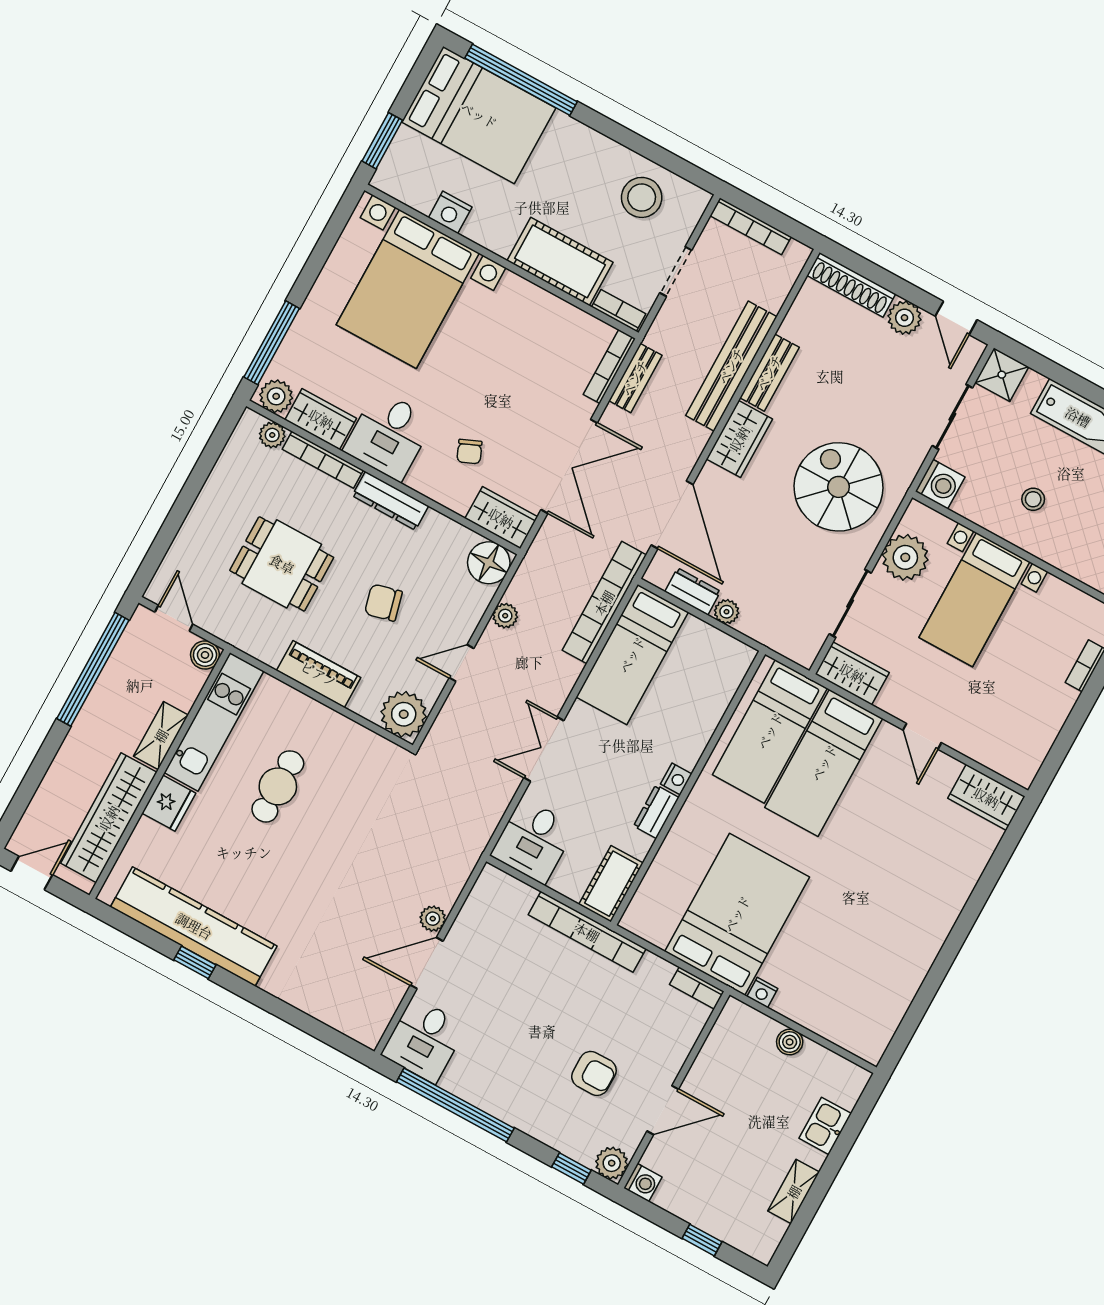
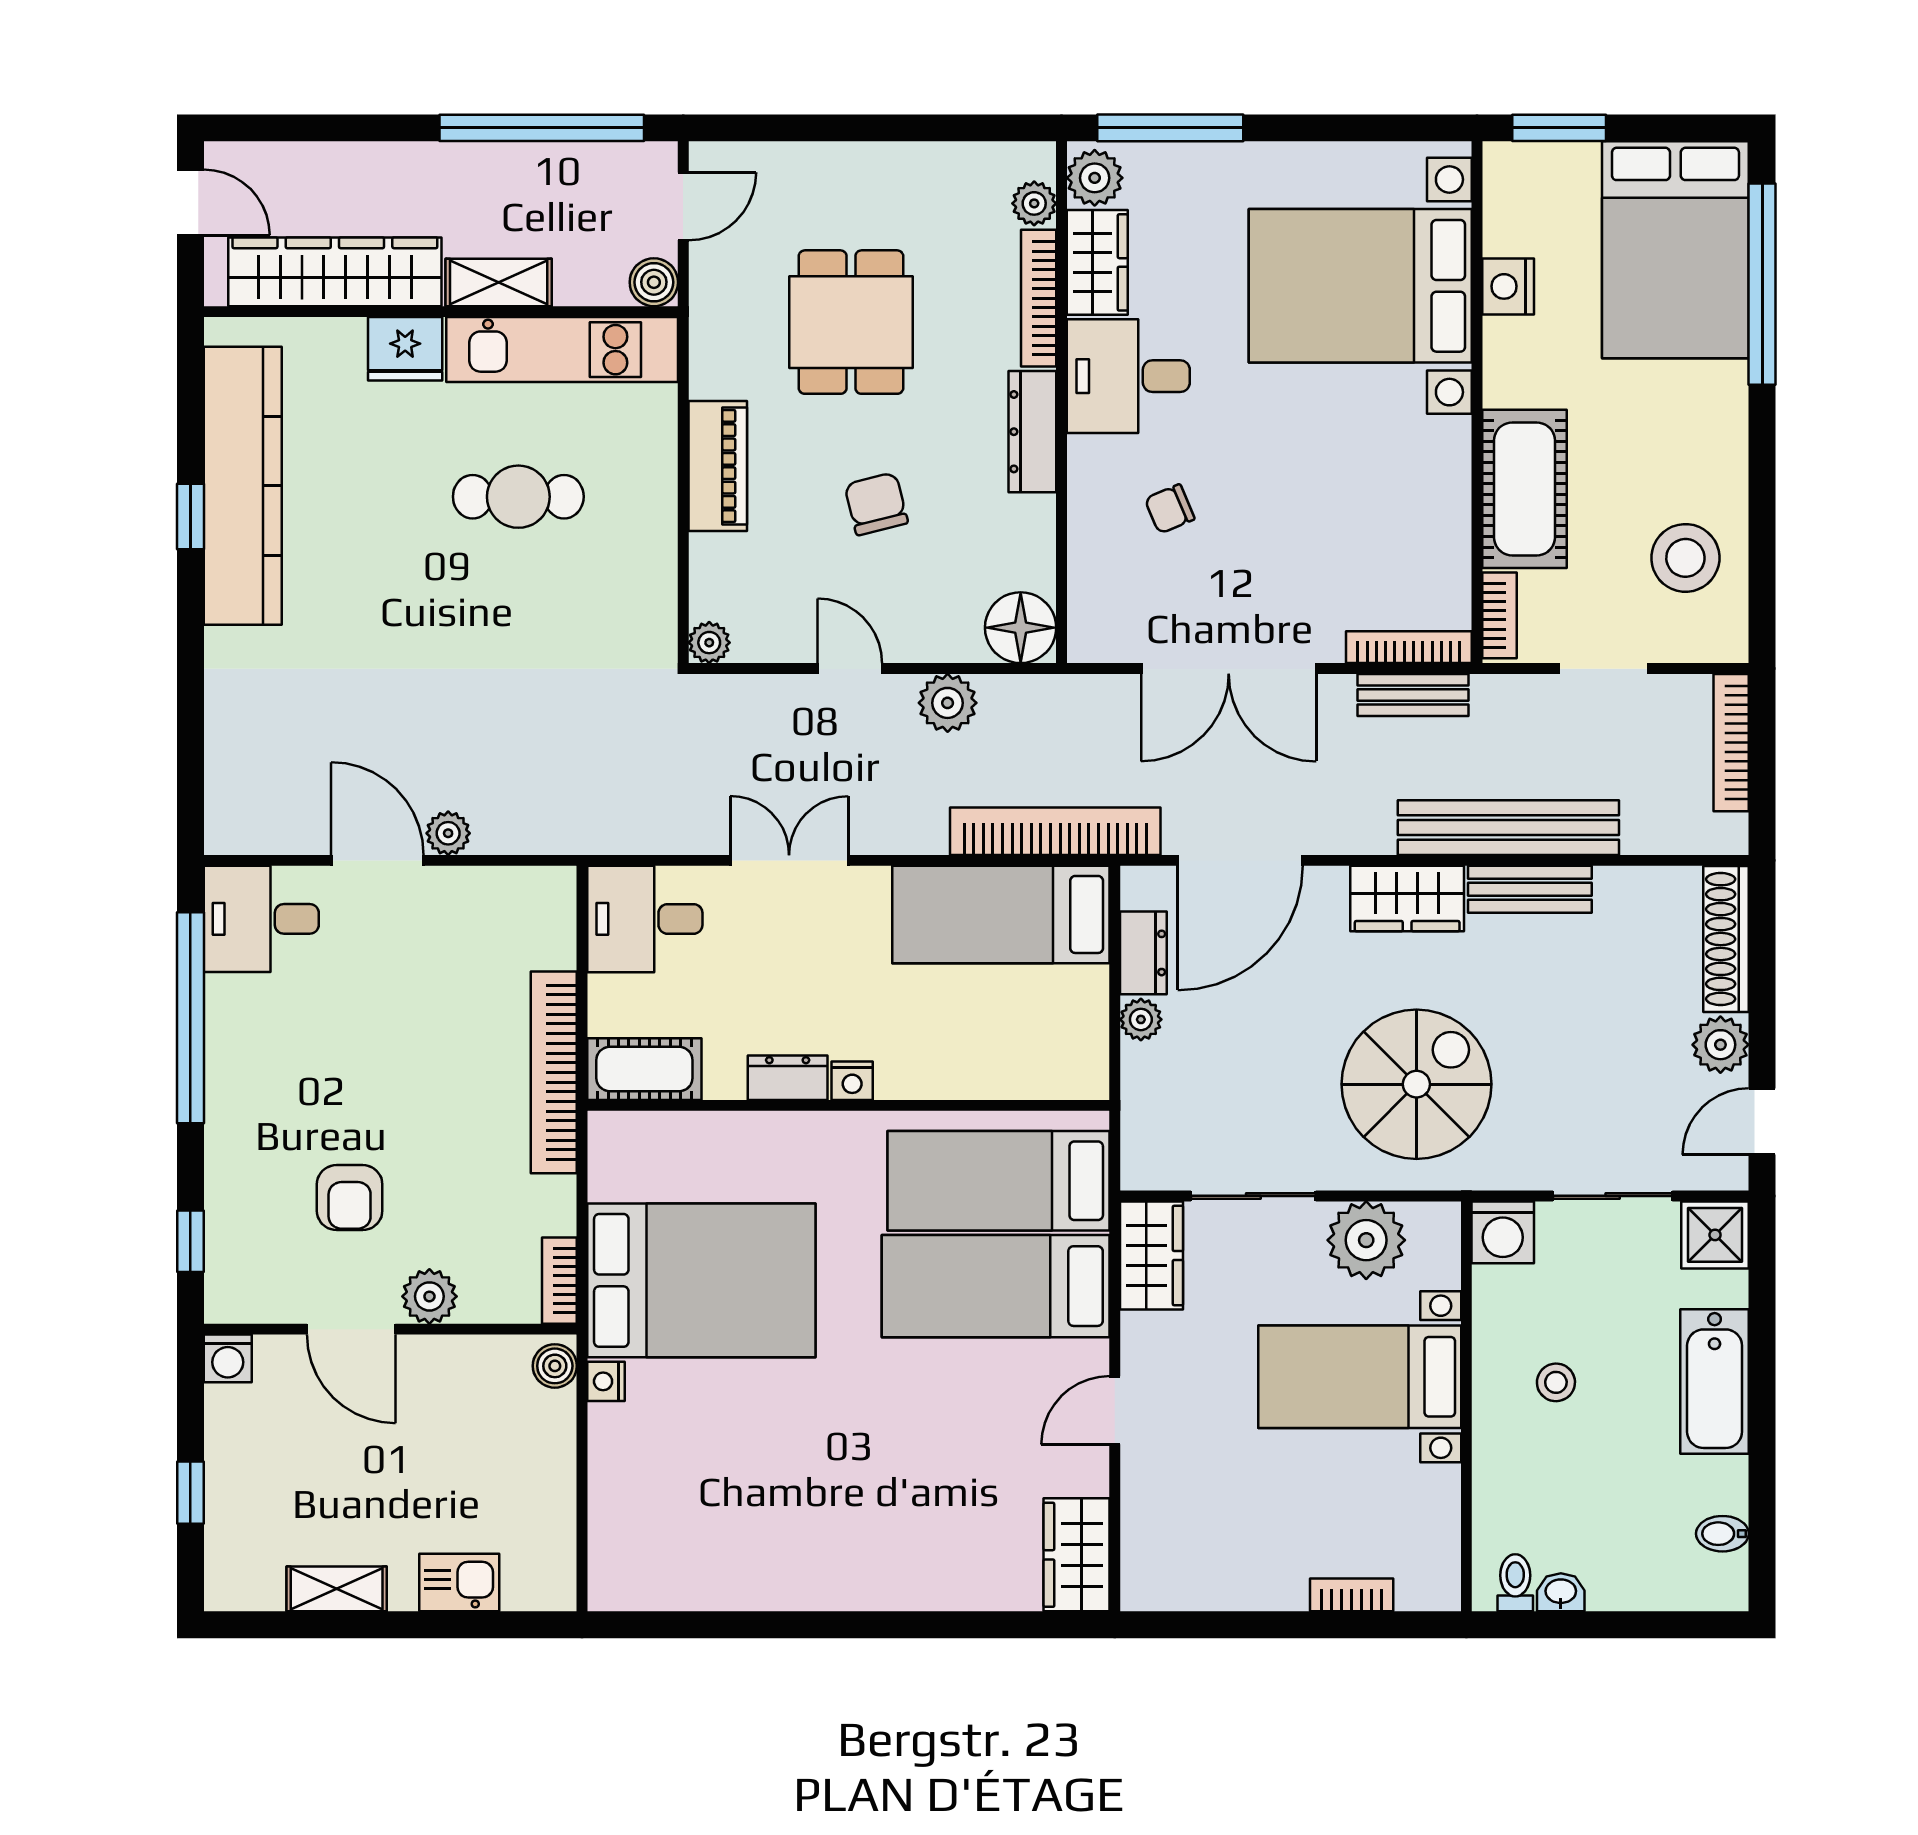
wardrobe: (501, 518) -> (1098, 610), removed
plant: (505, 616) -> (948, 703), width x1.38, depth x1.38
plant: (404, 714) -> (709, 643), width x0.53, depth x0.53
boiler: (790, 1042) -> (555, 1366), moved
plant: (612, 1163) -> (429, 1296), moved

